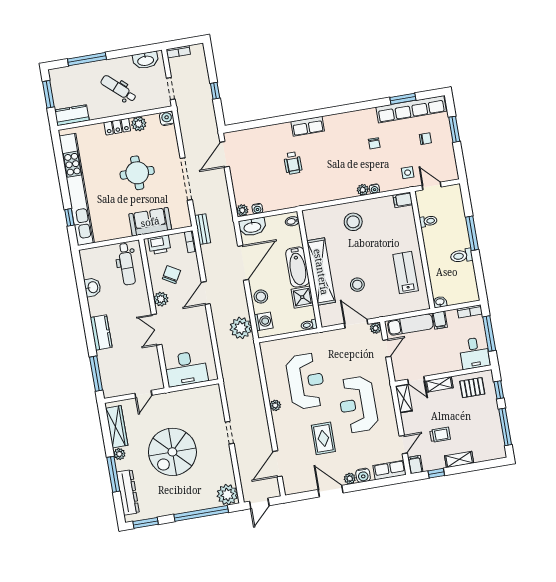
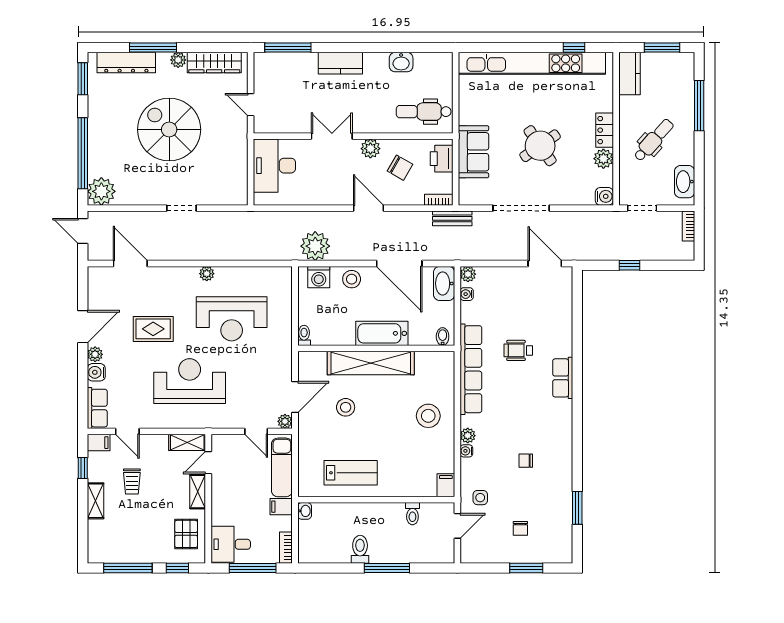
row of seats: (411, 109) -> (471, 369), moved, turned 180
round table: (137, 173) -> (540, 146), turned -35
window: (69, 217) -> (574, 48), moved
shower: (302, 297) -> (342, 333), removed

